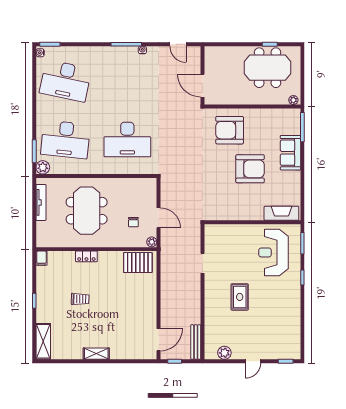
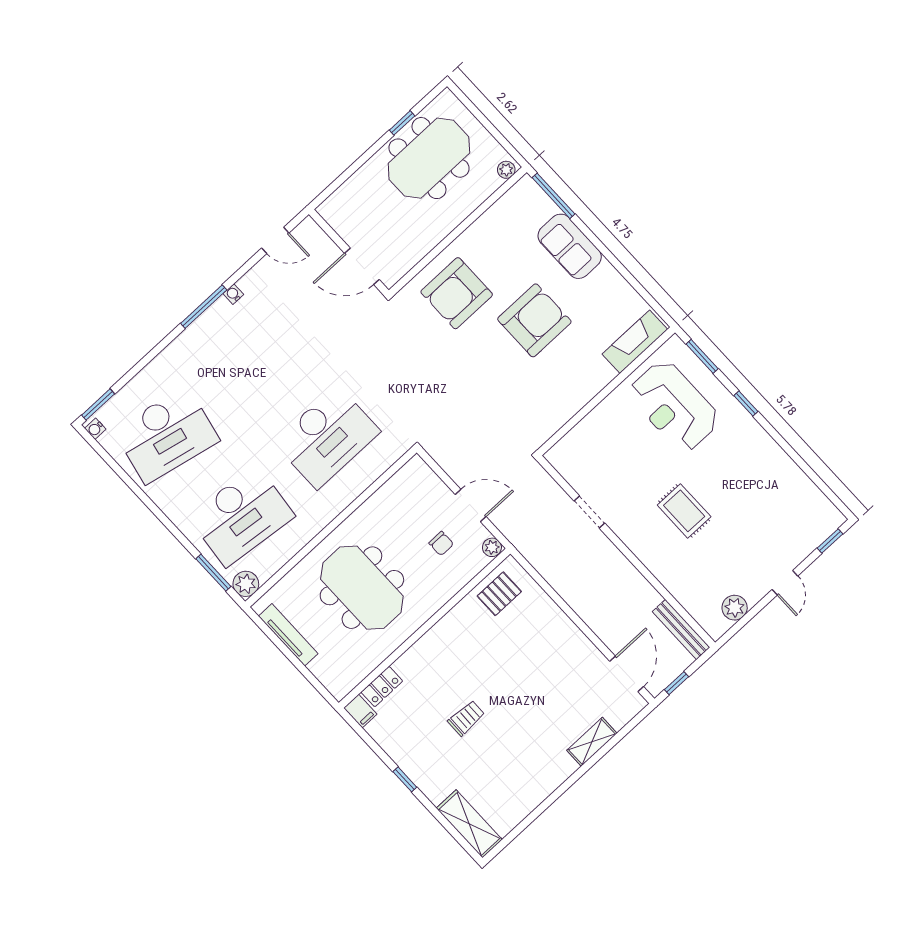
locker: (86, 256) -> (382, 687), moved
pallet: (138, 263) -> (499, 594), width x0.67, depth x0.71
shelving: (96, 354) -> (592, 742), moved

